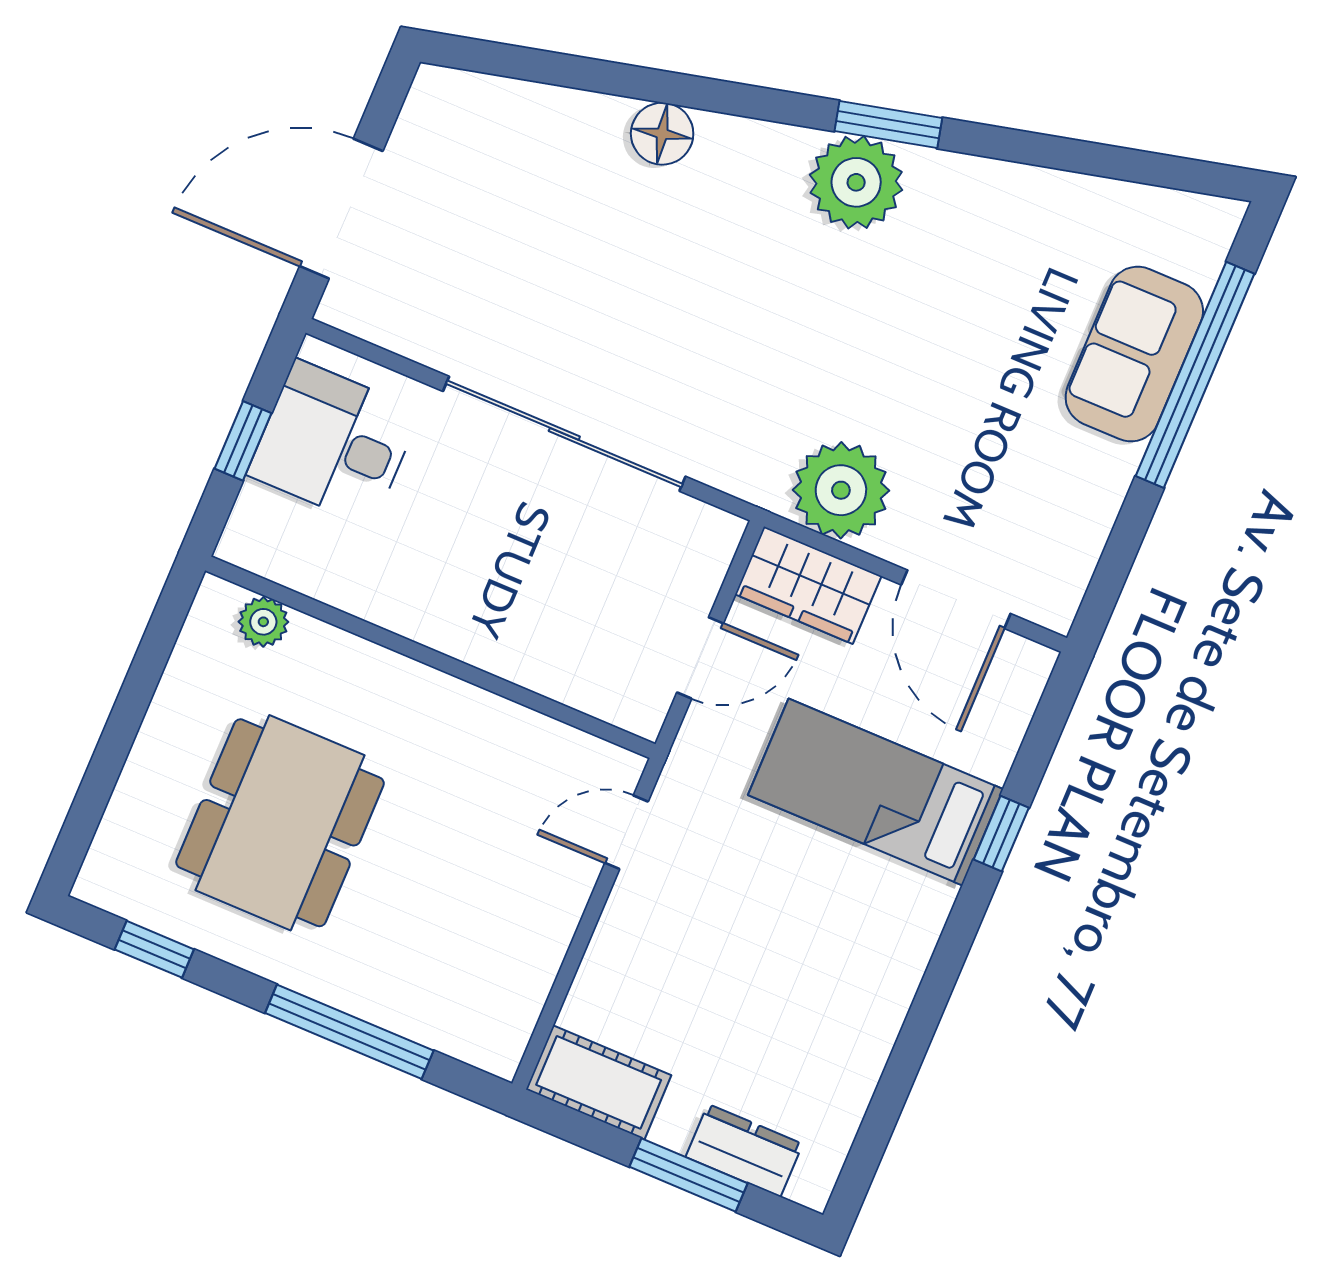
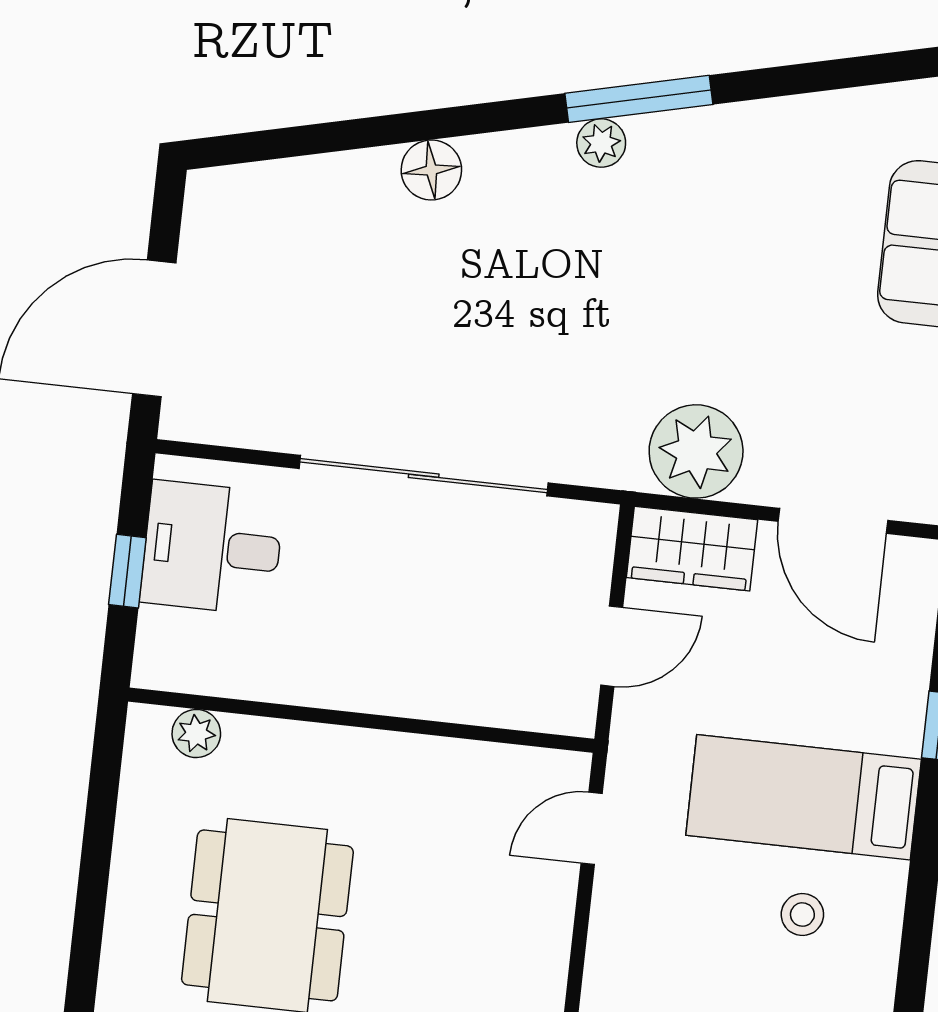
window: (888, 124) -> (639, 99), width x1.44
plant: (856, 182) -> (601, 143), width x0.53, depth x0.53
bed: (876, 792) -> (804, 797), moved
stool: (810, 980) -> (802, 915), added

